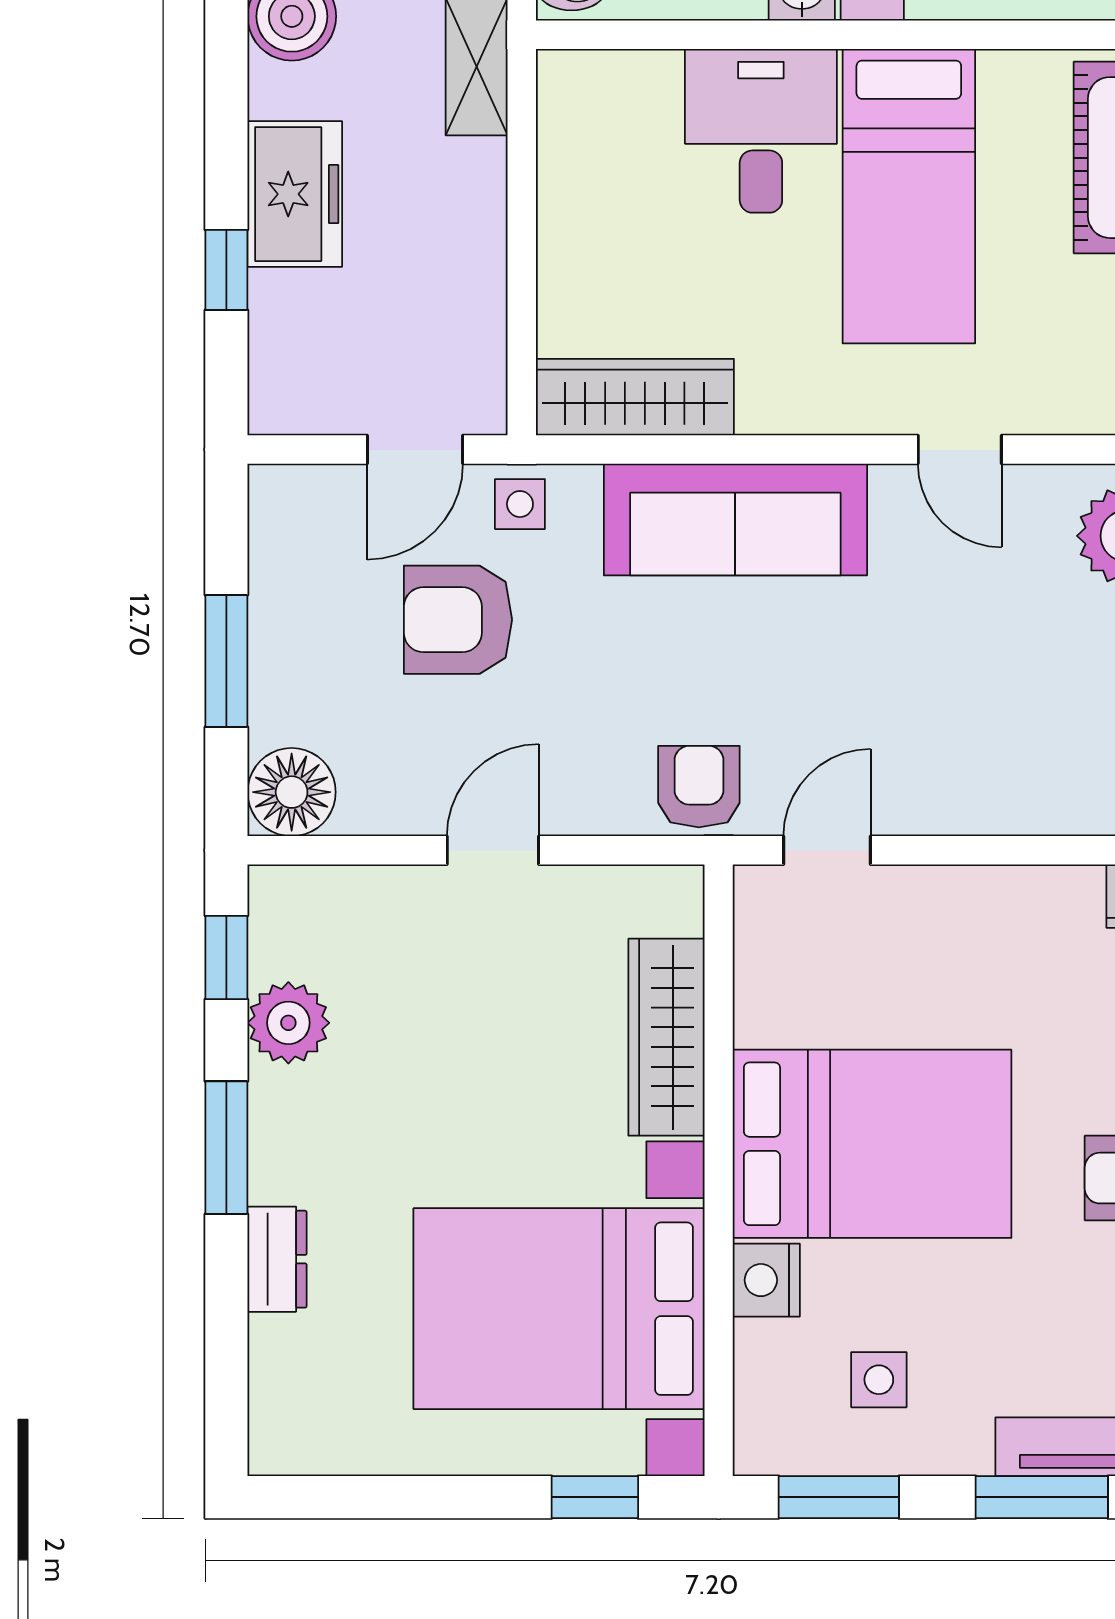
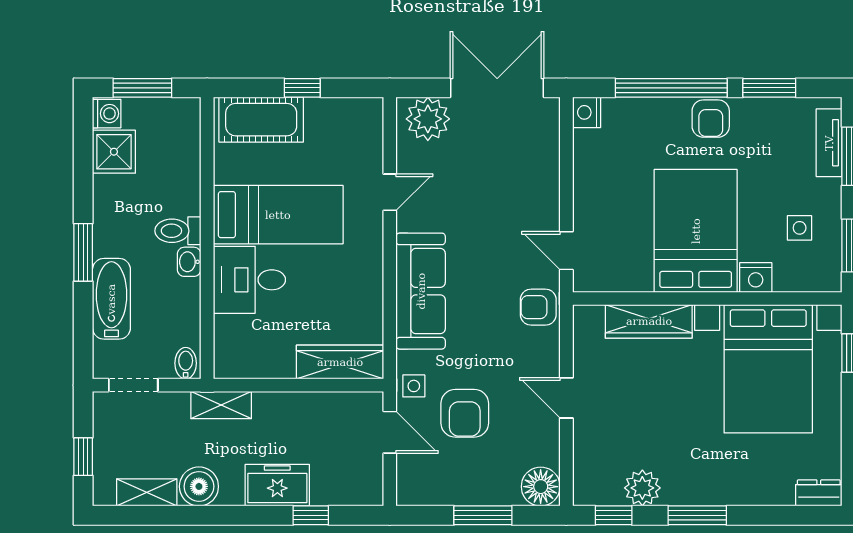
wardrobe: (635, 397) -> (340, 362), moved, turned 90
dresser: (277, 1259) -> (819, 493), moved

